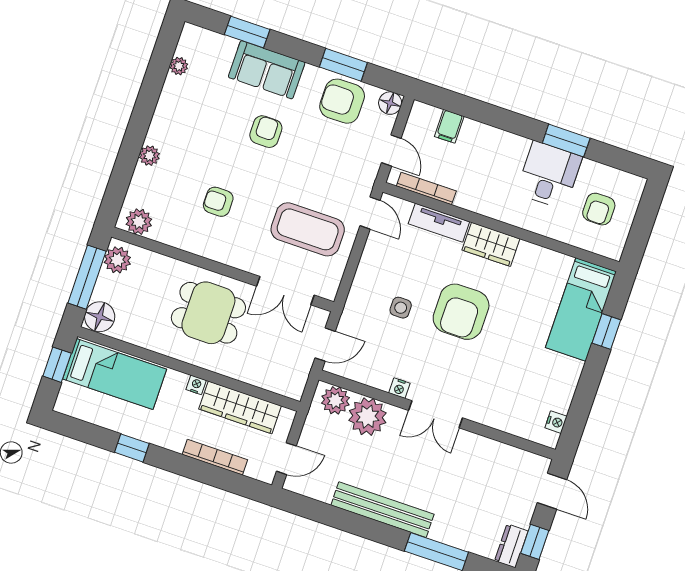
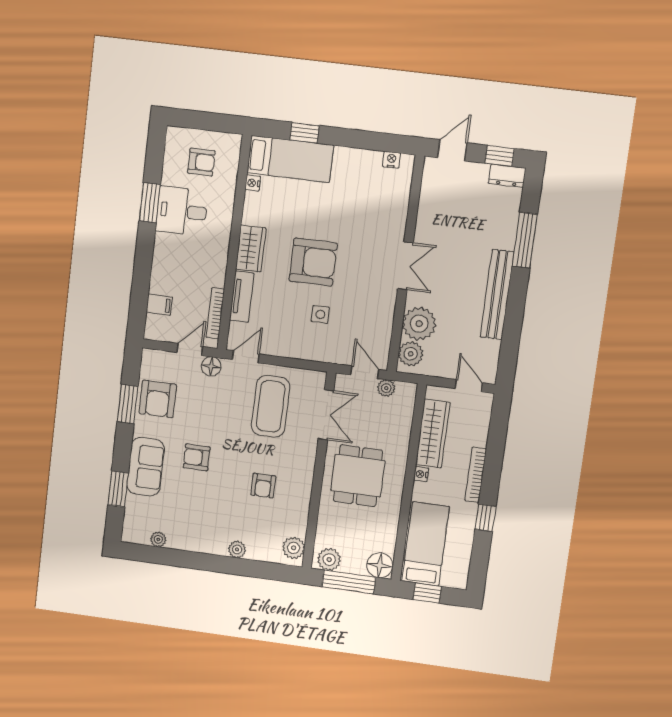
floor lamp: (390, 103) -> (211, 366), moved
plant: (302, 365) -> (386, 388), added
nightstand: (399, 388) -> (253, 183), moved, turned 180
bookcase: (215, 457) -> (476, 475), moved

